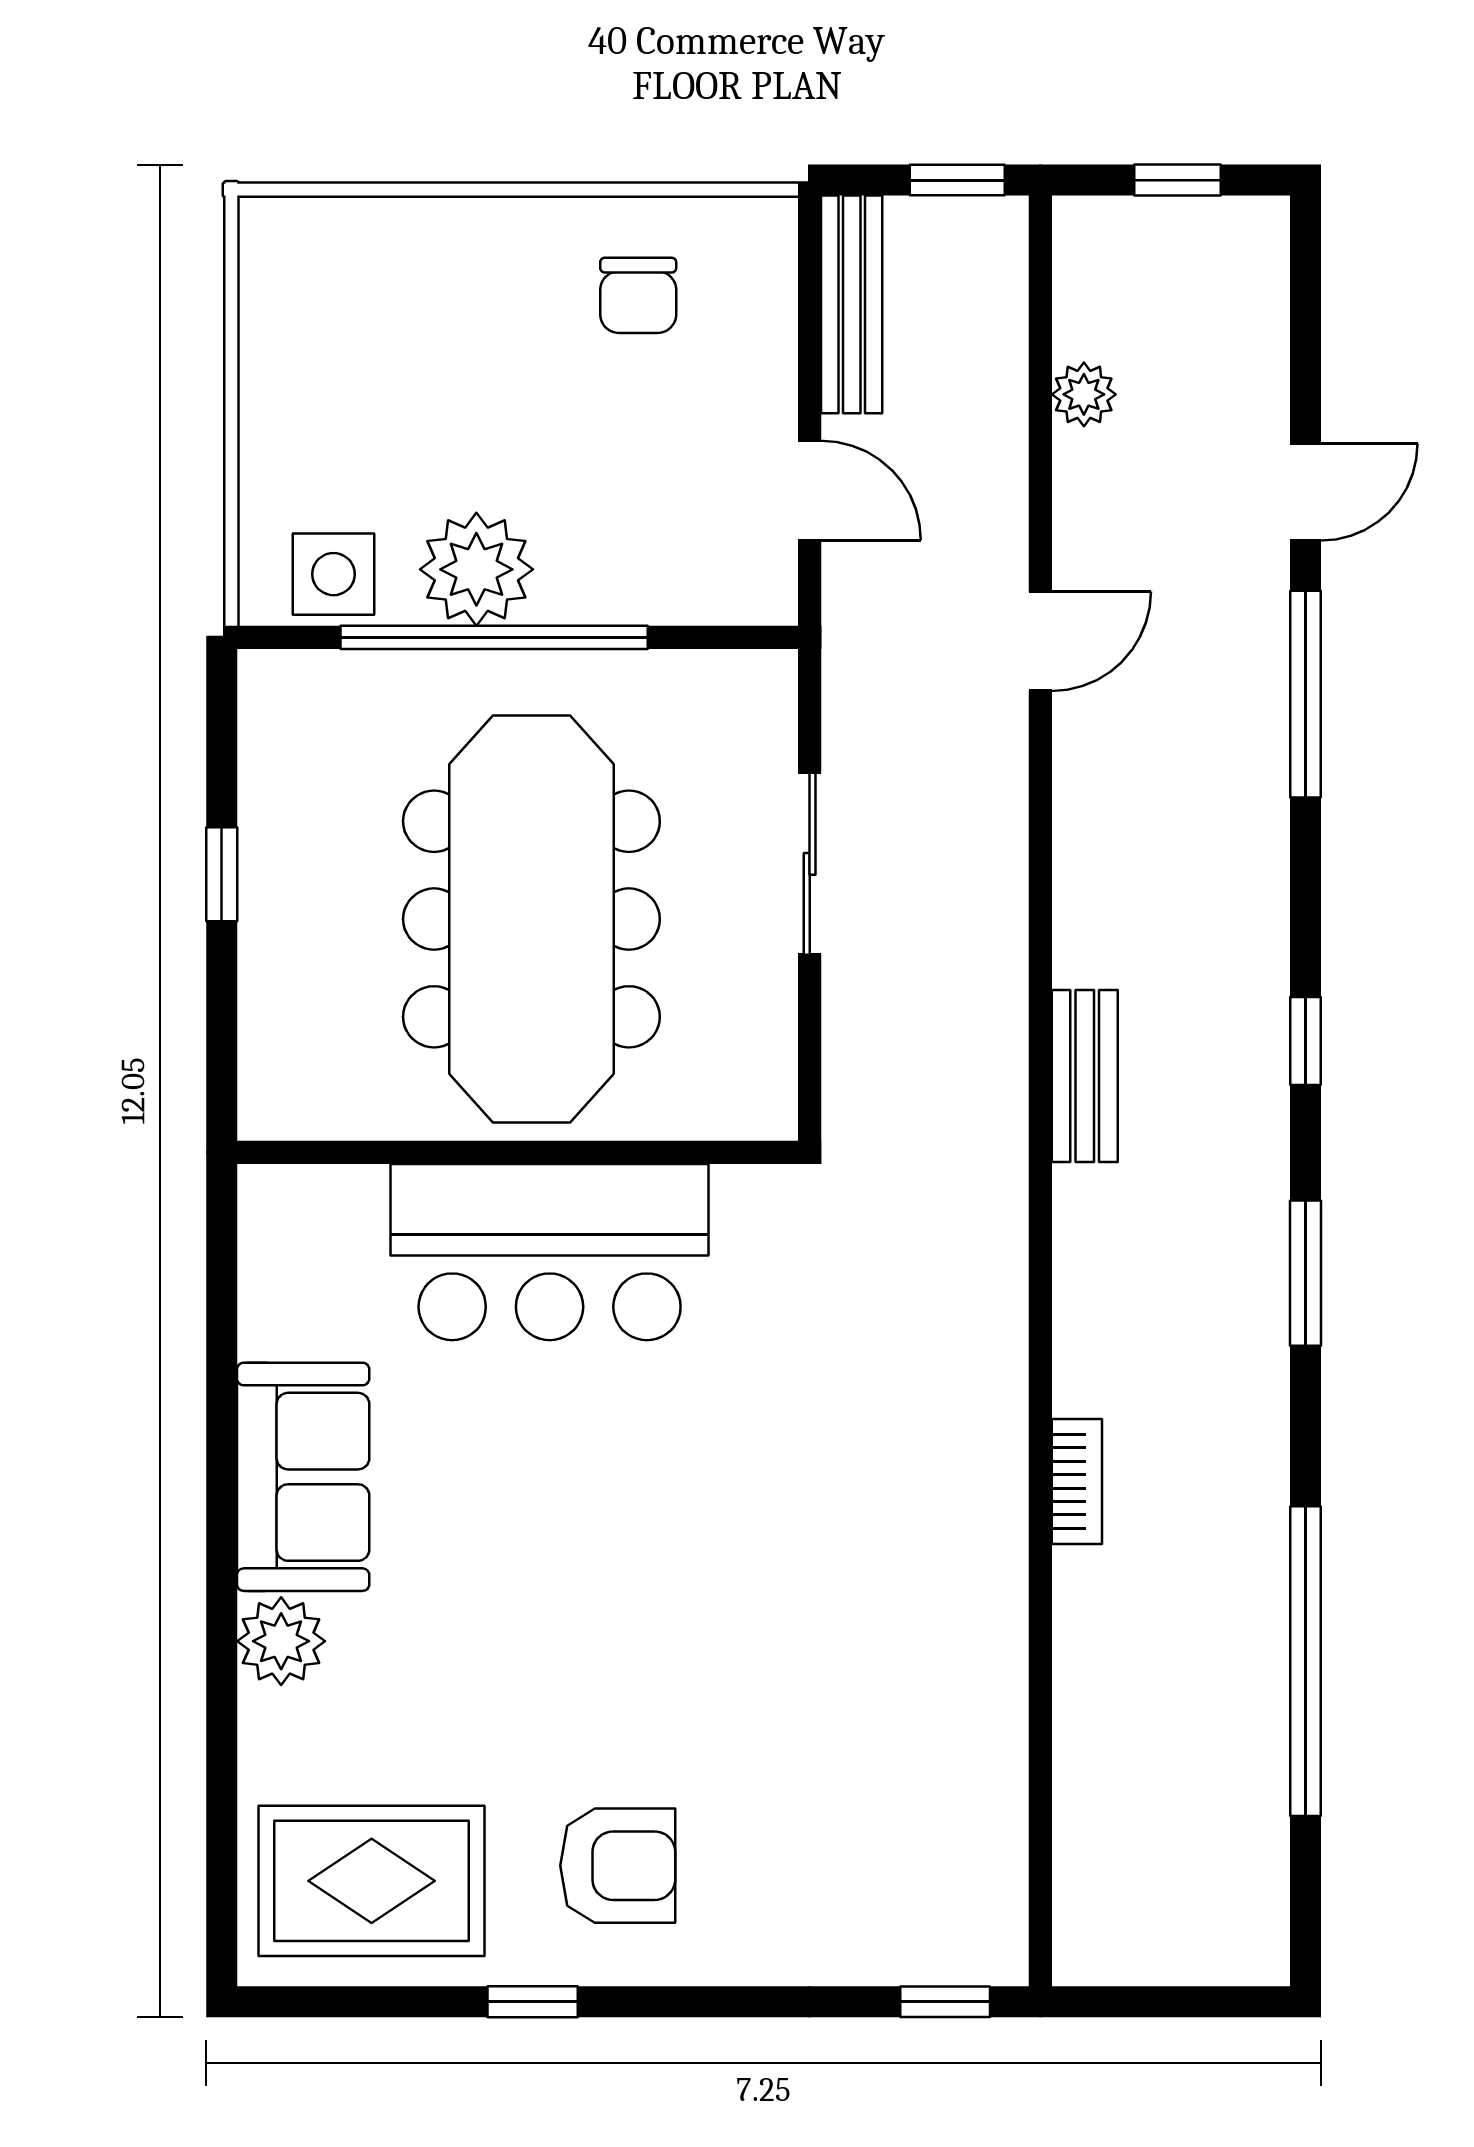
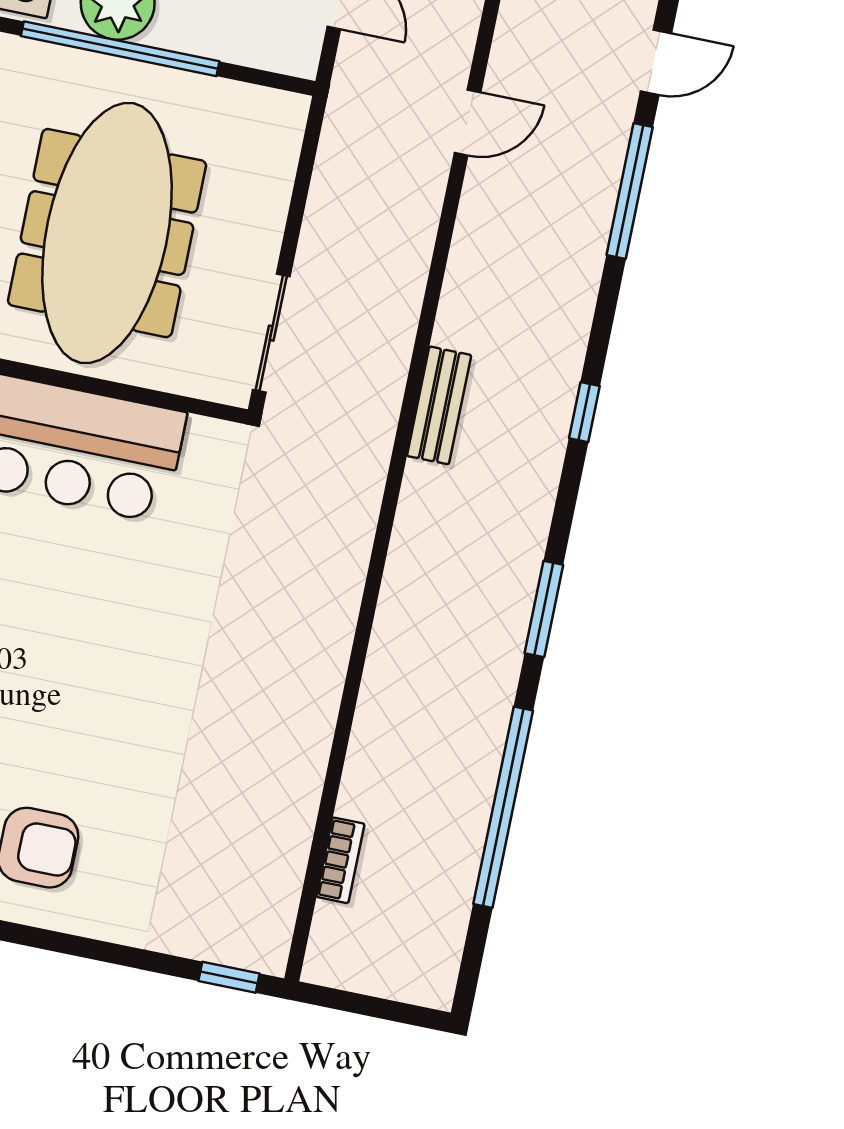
sliding door: (810, 864) -> (271, 333), moved
window: (1305, 1273) -> (544, 609), moved
bookcase: (1077, 1481) -> (340, 860), moved

